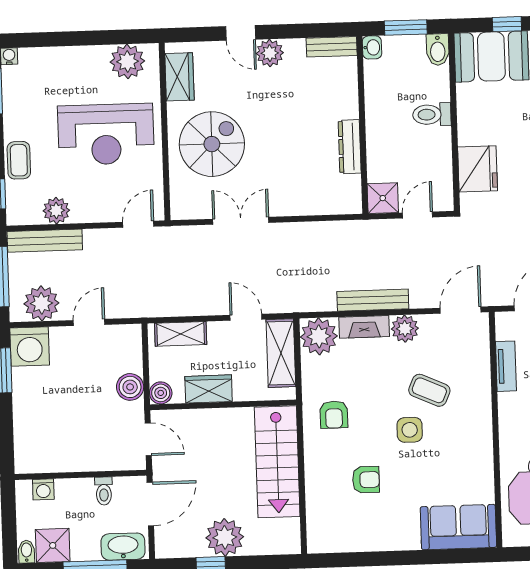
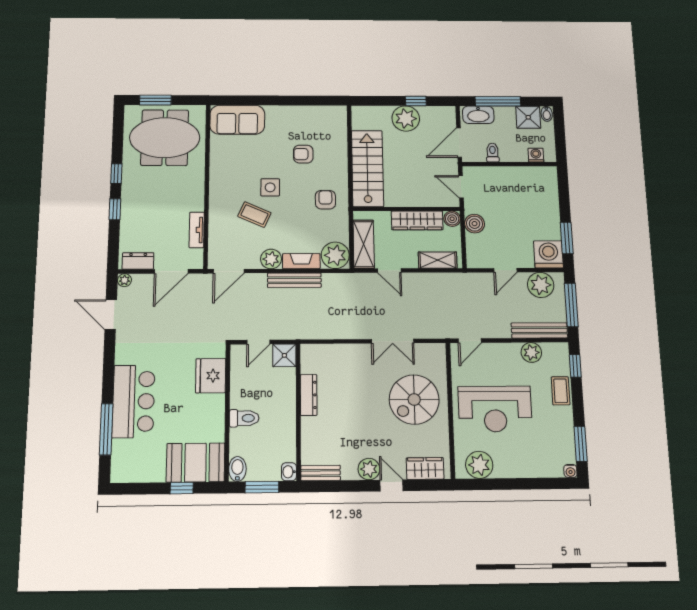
wardrobe: (179, 77) -> (425, 468), moved, turned 90
reception desk: (106, 134) -> (495, 409), turned 180
wardrobe: (209, 389) -> (417, 220), width x1.50

